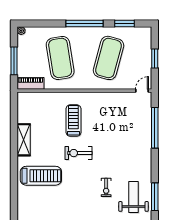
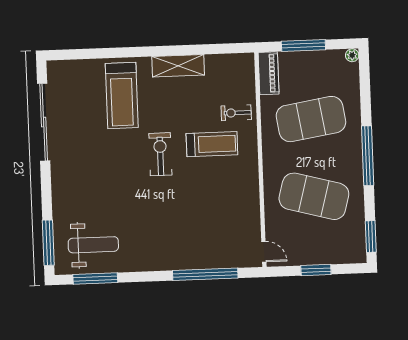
window: (124, 23) -> (371, 237), moved
exercise bike: (106, 187) -> (236, 113), moved

